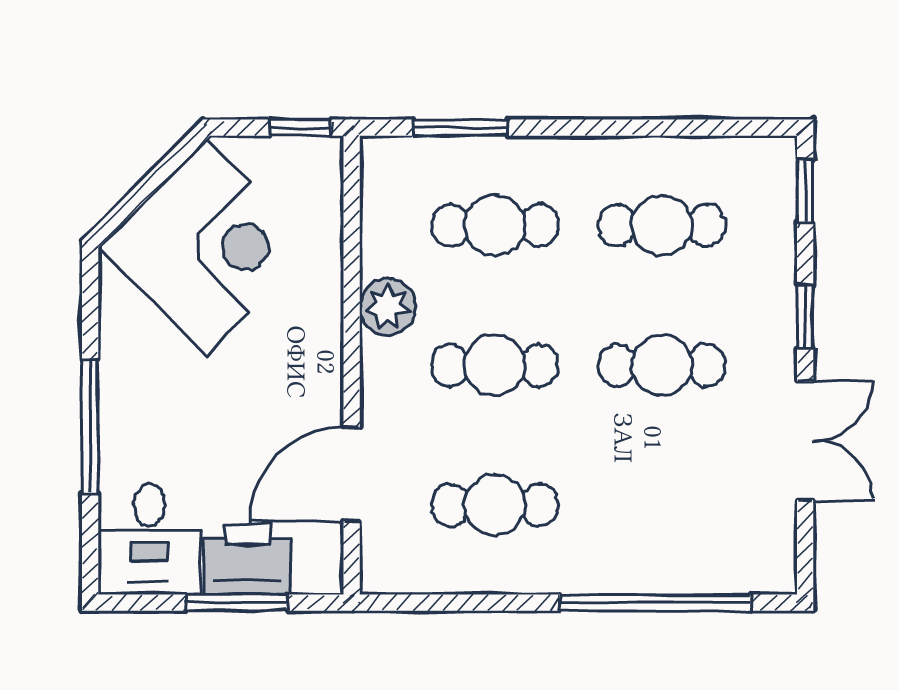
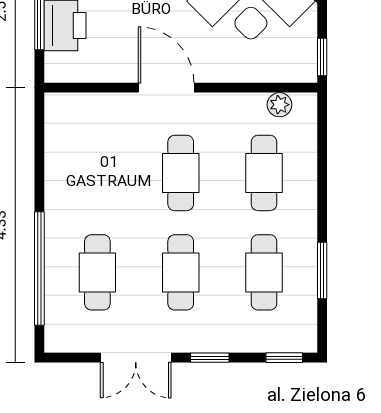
window: (461, 128) -> (322, 270), moved
plant: (388, 307) -> (279, 105), moved, width x0.73, depth x0.73
door: (352, 474) -> (166, 88), moved
cafe table: (495, 505) -> (97, 272), moved

